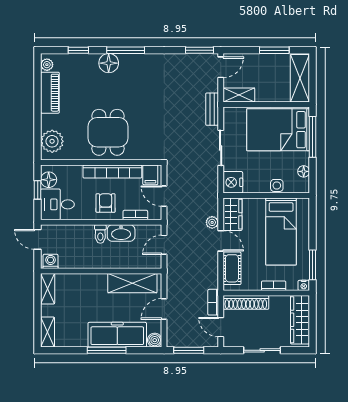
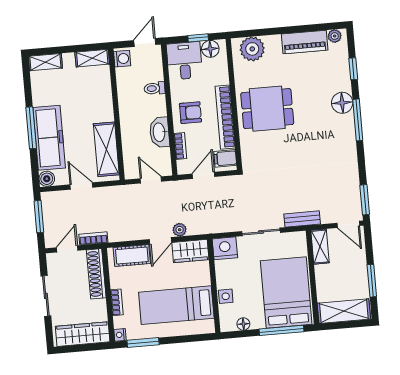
toilet: (100, 234) -> (155, 88), moved

